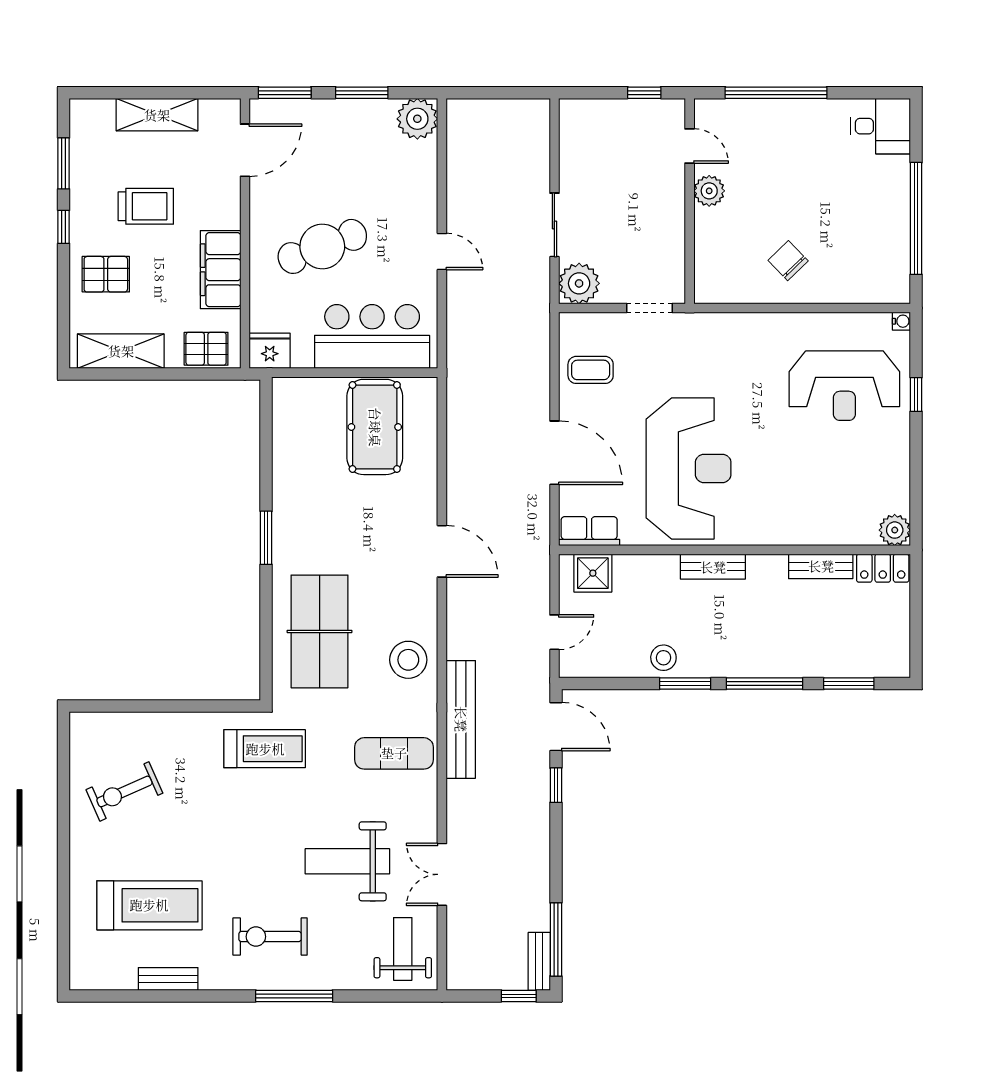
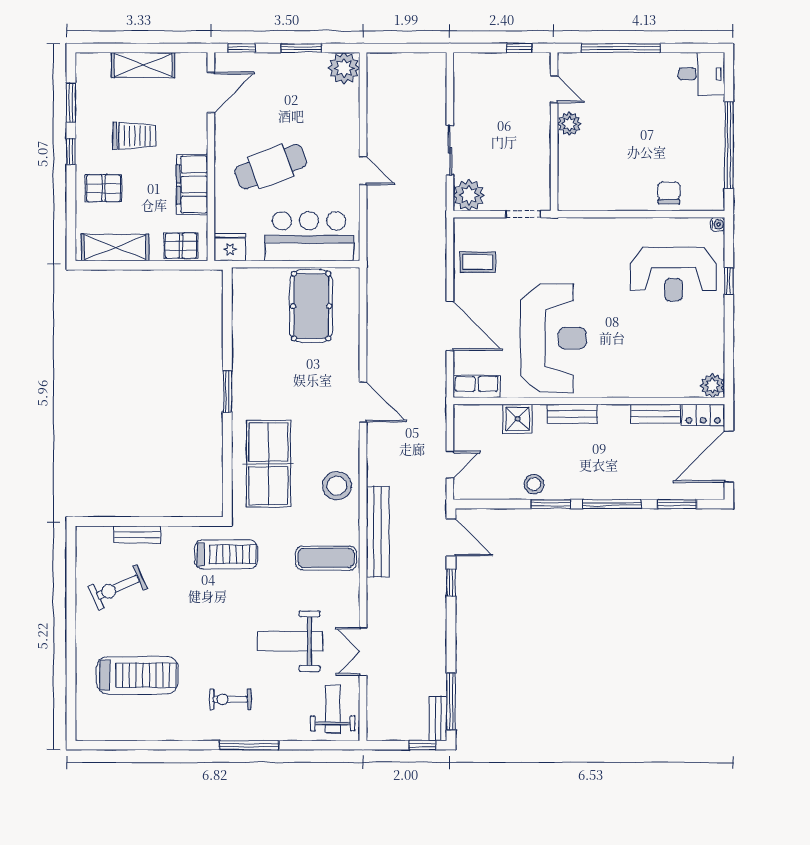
window: (285, 93) -> (242, 48), width x0.67
chair: (788, 261) -> (669, 193), moved, turned 44
shower: (593, 573) -> (518, 419), moved
door: (916, 622) -> (729, 457), added
exercise bike: (270, 937) -> (230, 699), width x0.73, depth x0.72
bench: (168, 979) -> (137, 535), moved

